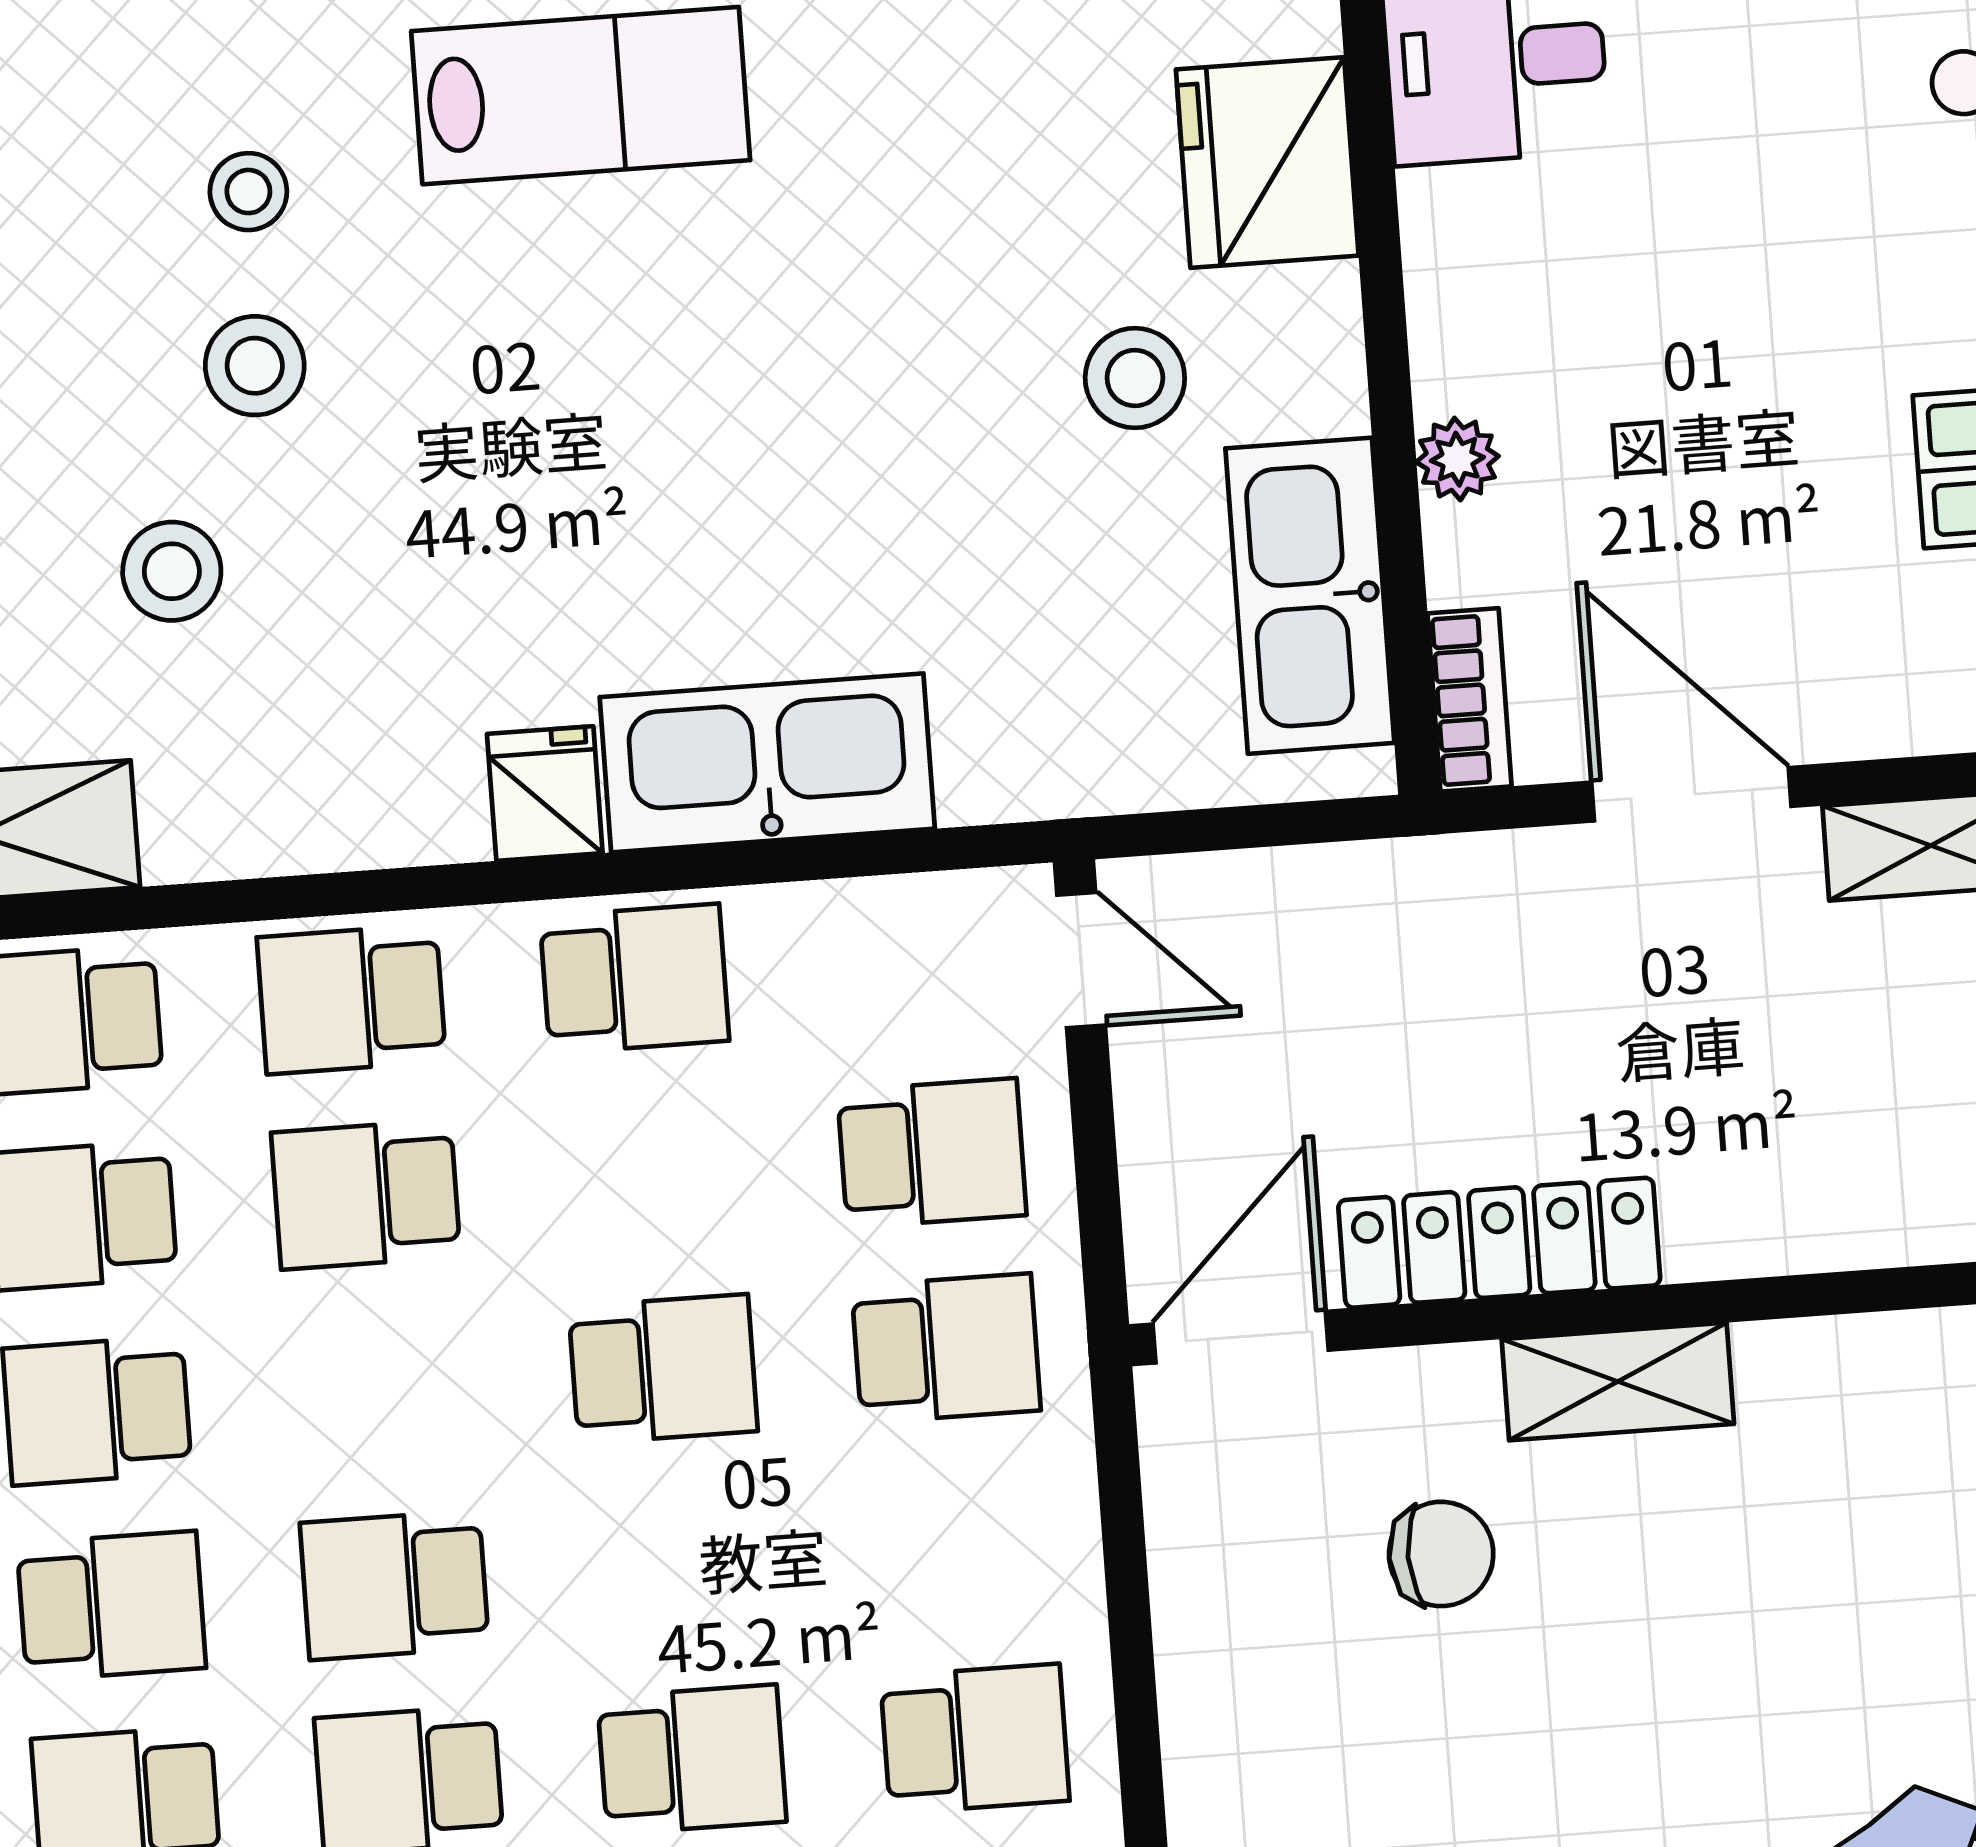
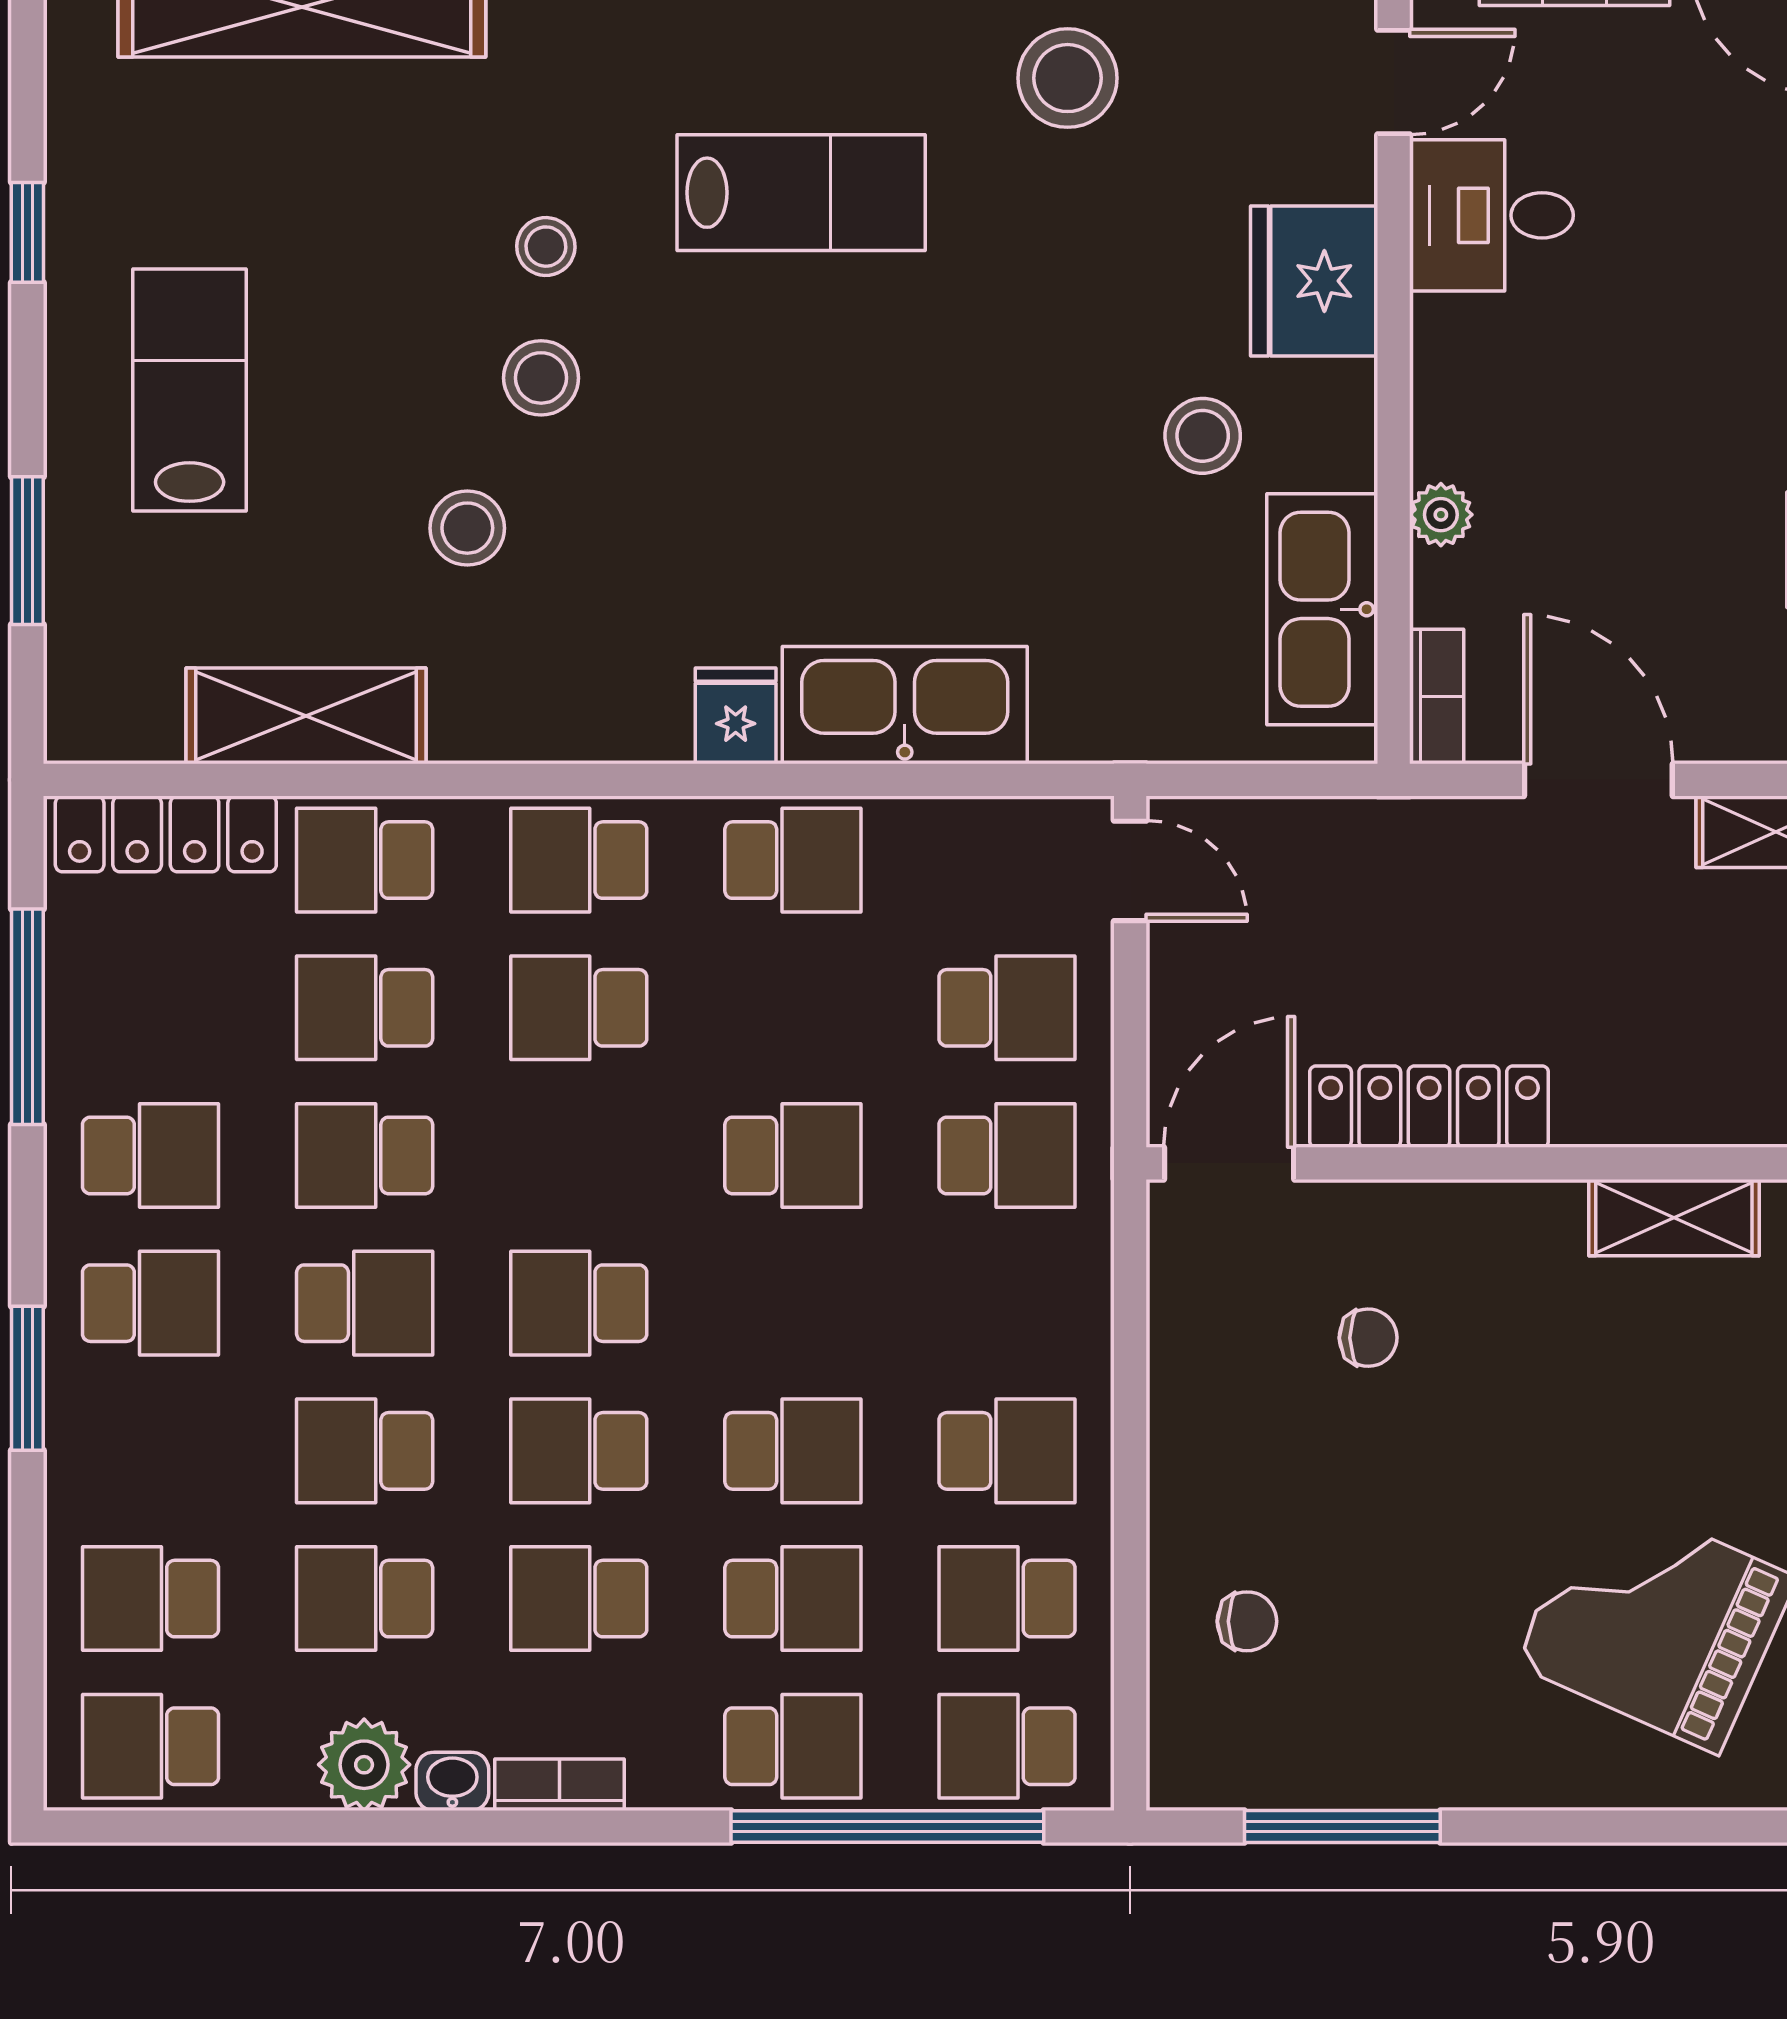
shelving: (1618, 1382) -> (1674, 1218), moved
chair: (1441, 1554) -> (1368, 1338), width x0.73, depth x0.73

